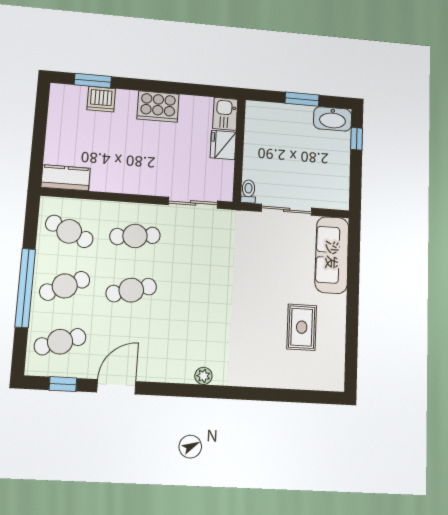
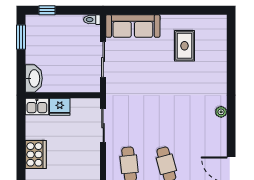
window: (302, 99) -> (21, 37), moved
washbasin: (333, 119) -> (34, 78), moved
toilet: (248, 191) -> (92, 20), moved
rug: (302, 327) -> (184, 46), turned 90

